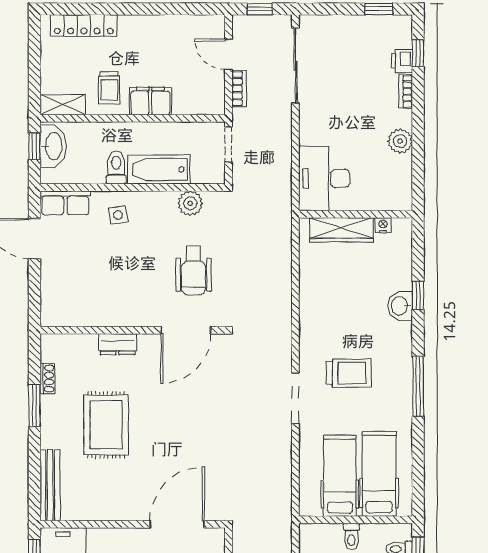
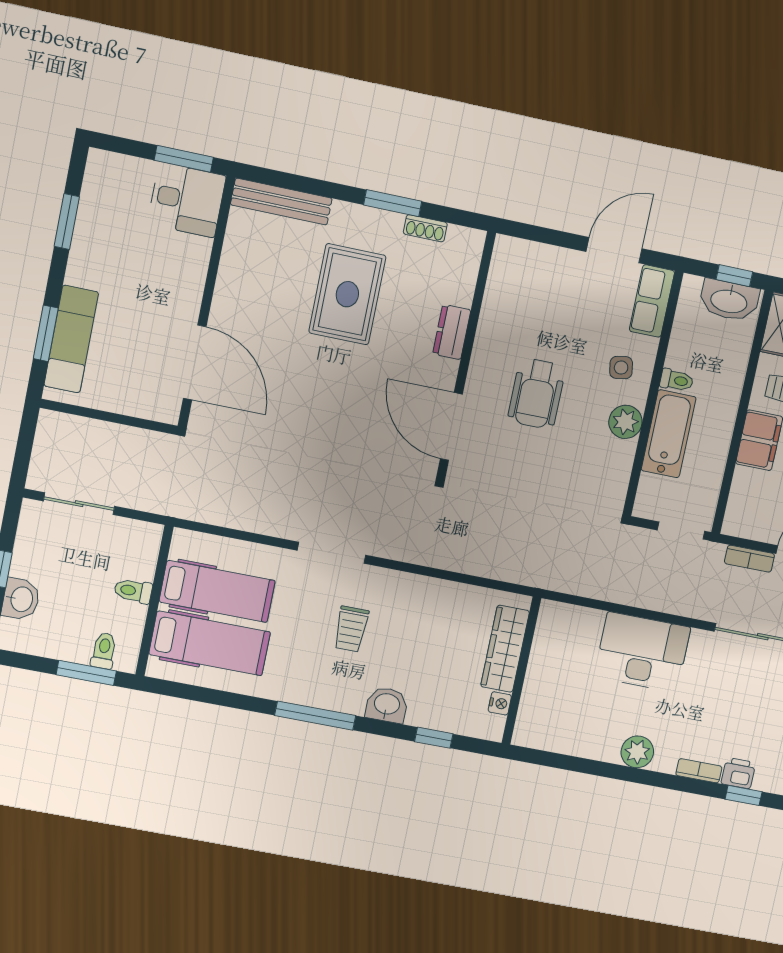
toilet: (116, 167) -> (677, 380), width x0.73, depth x0.72
desk: (324, 178) -> (642, 652), moved
plant: (190, 203) -> (625, 422), moved
wall: (356, 214) -> (521, 671), moved
nightstand: (383, 225) -> (500, 703), moved
wardrobe: (342, 230) -> (505, 649), moved
wheelchair: (193, 271) -> (537, 394), moved, turned -90
washbasin: (400, 306) -> (387, 705), moved
trolley: (349, 373) -> (351, 629), width x0.73, depth x0.72
rug: (106, 425) -> (347, 294), turned 90

